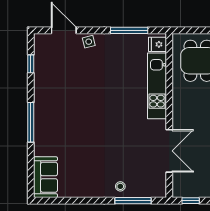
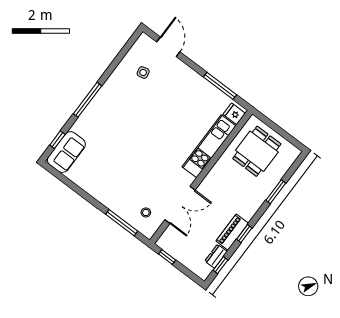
side table: (89, 42) -> (143, 72), moved
window: (31, 64) -> (57, 140), moved
stool: (120, 186) -> (146, 212), moved

